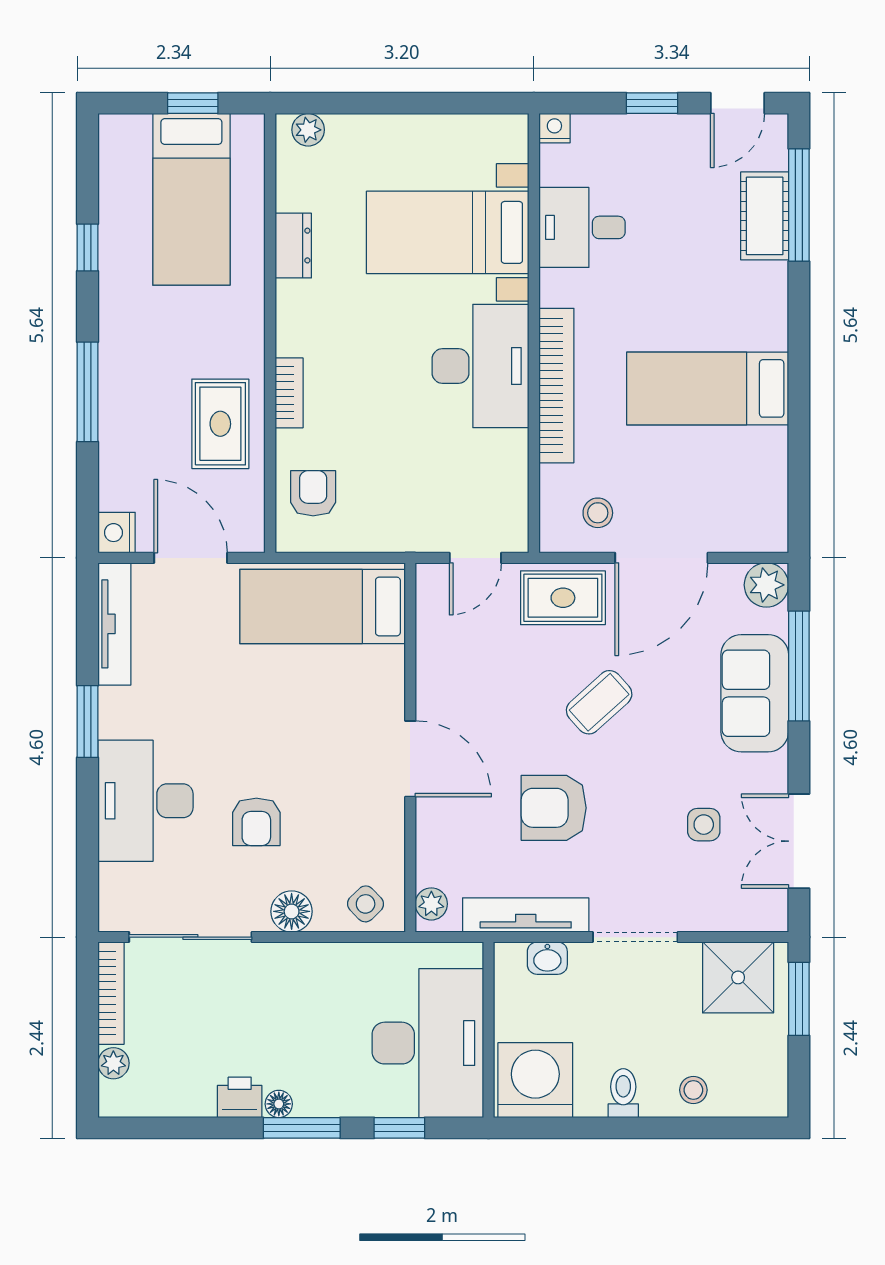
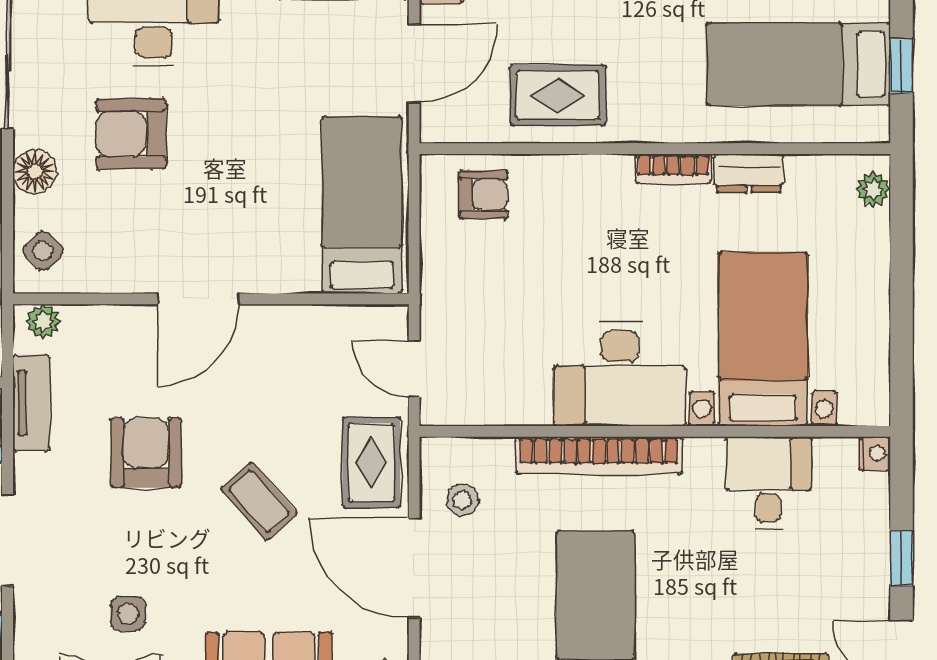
bookcase: (289, 393) -> (673, 169), moved
armchair: (256, 822) -> (131, 134), width x1.38, depth x1.38
tv unit: (526, 915) -> (31, 403), width x0.71

